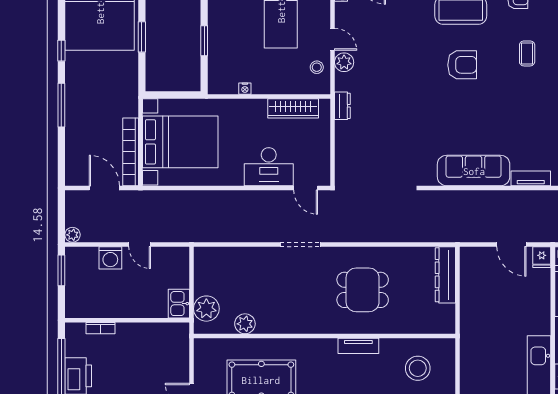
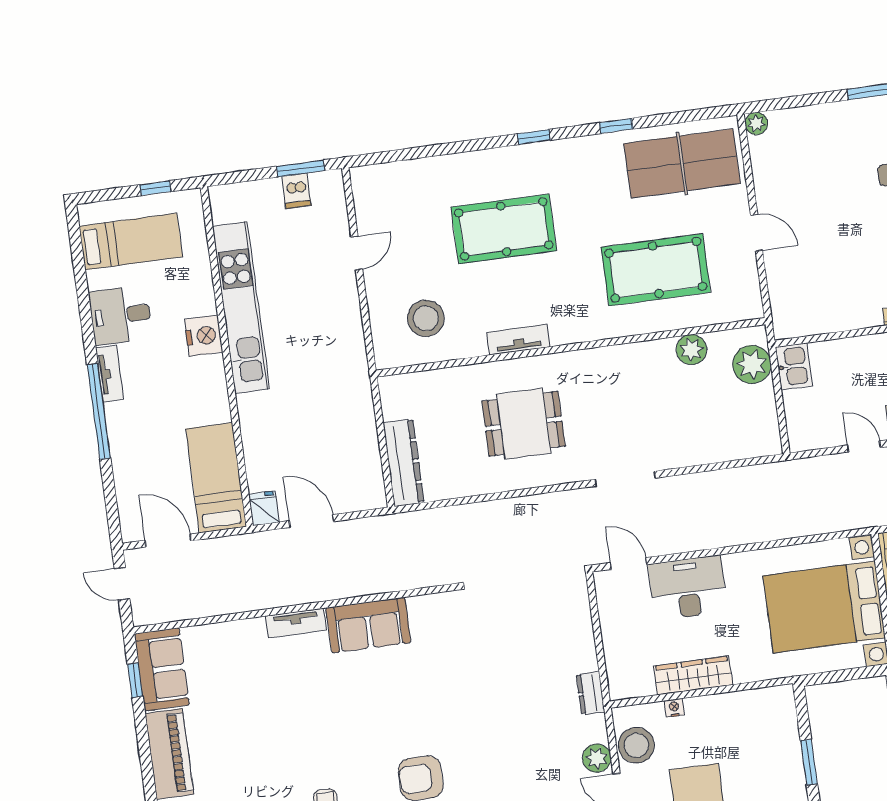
stool: (317, 67) -> (636, 745), width x1.89, depth x1.89
nightstand: (245, 89) -> (674, 708), moved
wardrobe: (293, 108) -> (693, 675), moved
sofa: (474, 171) -> (368, 625), width x0.73

